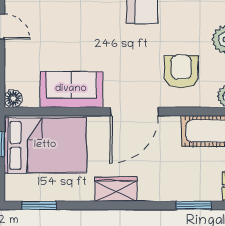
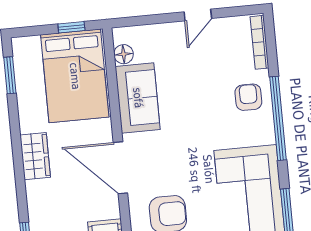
floor lamp: (13, 99) -> (124, 54), moved

